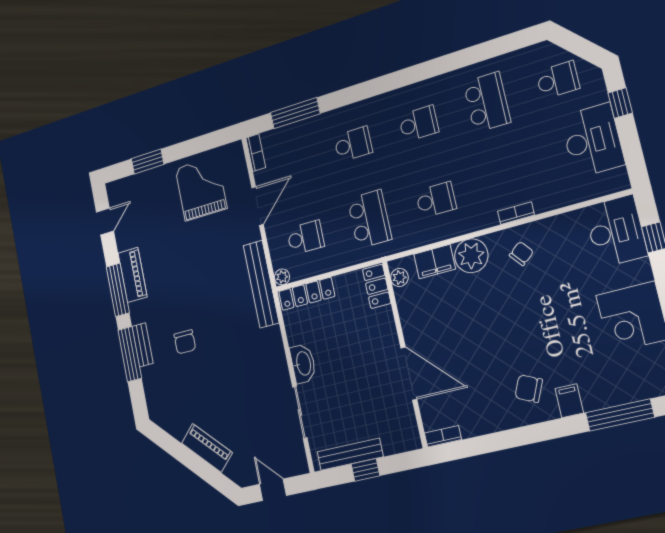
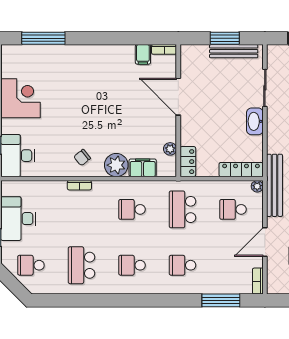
plant: (399, 277) -> (170, 149), moved
chair: (529, 389) -> (98, 68), removed
filing cabinet: (569, 401) -> (143, 54), moved
window: (365, 470) -> (225, 38), width x1.50

